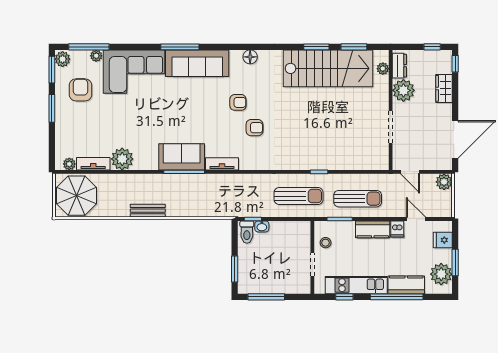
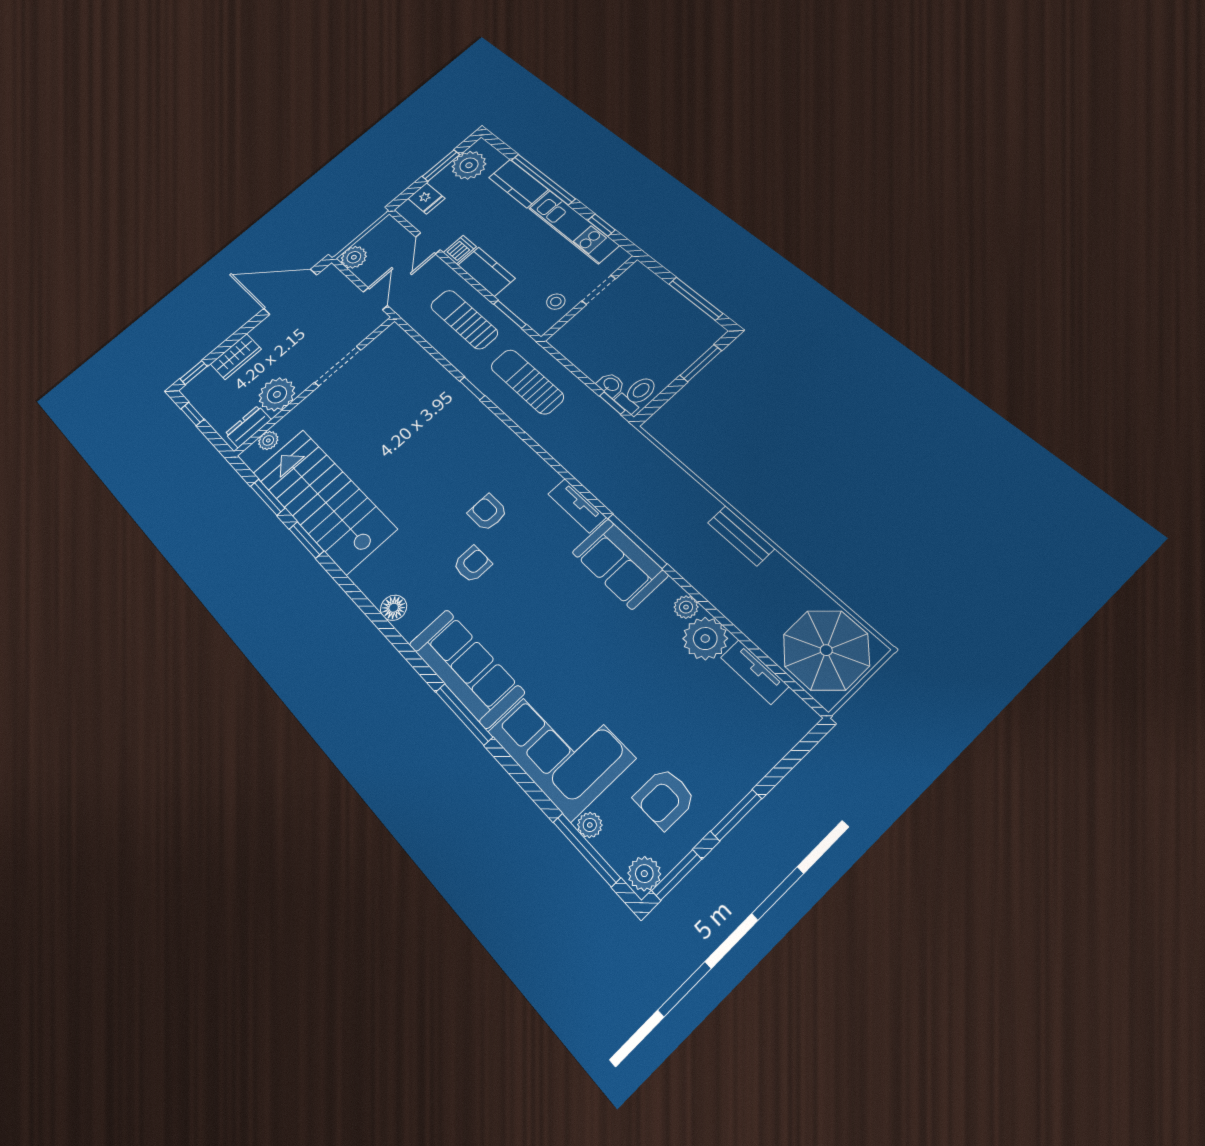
armchair: (238, 102) -> (472, 564), turned 90
plant: (69, 164) -> (686, 607), moved

